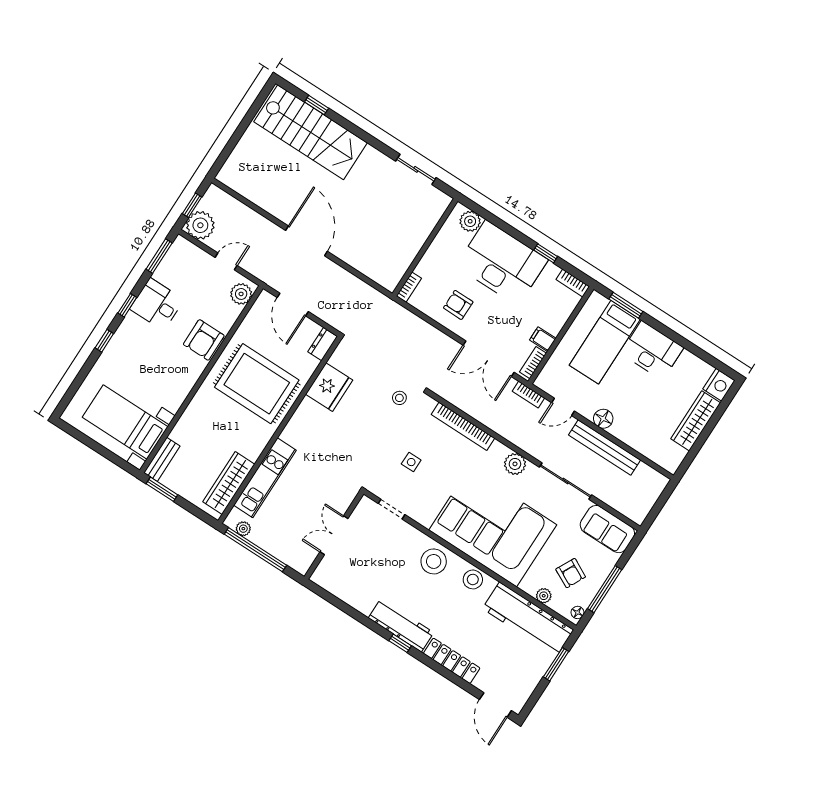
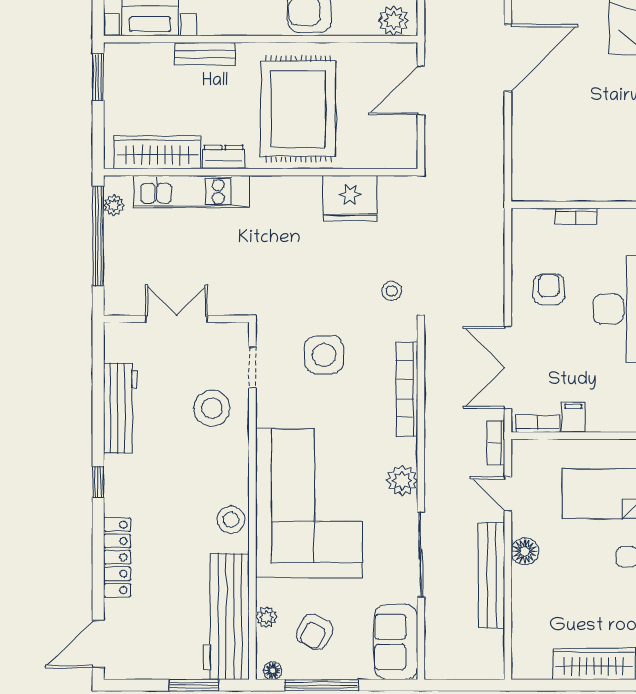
bookcase: (409, 287) -> (576, 216), moved
dresser: (323, 344) -> (224, 157), moved
bench: (162, 459) -> (205, 54), moved
side table: (411, 462) -> (324, 355), width x1.87, depth x1.87
stool: (434, 561) -> (212, 408), moved
workbench: (401, 625) -> (120, 408), moved

